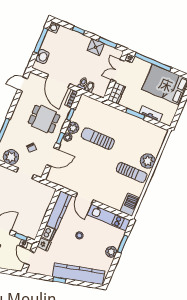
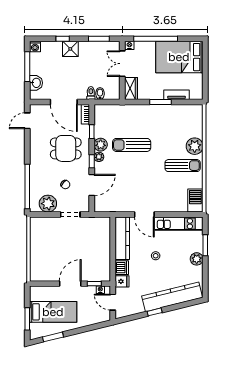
shower: (96, 47) -> (70, 49), moved

